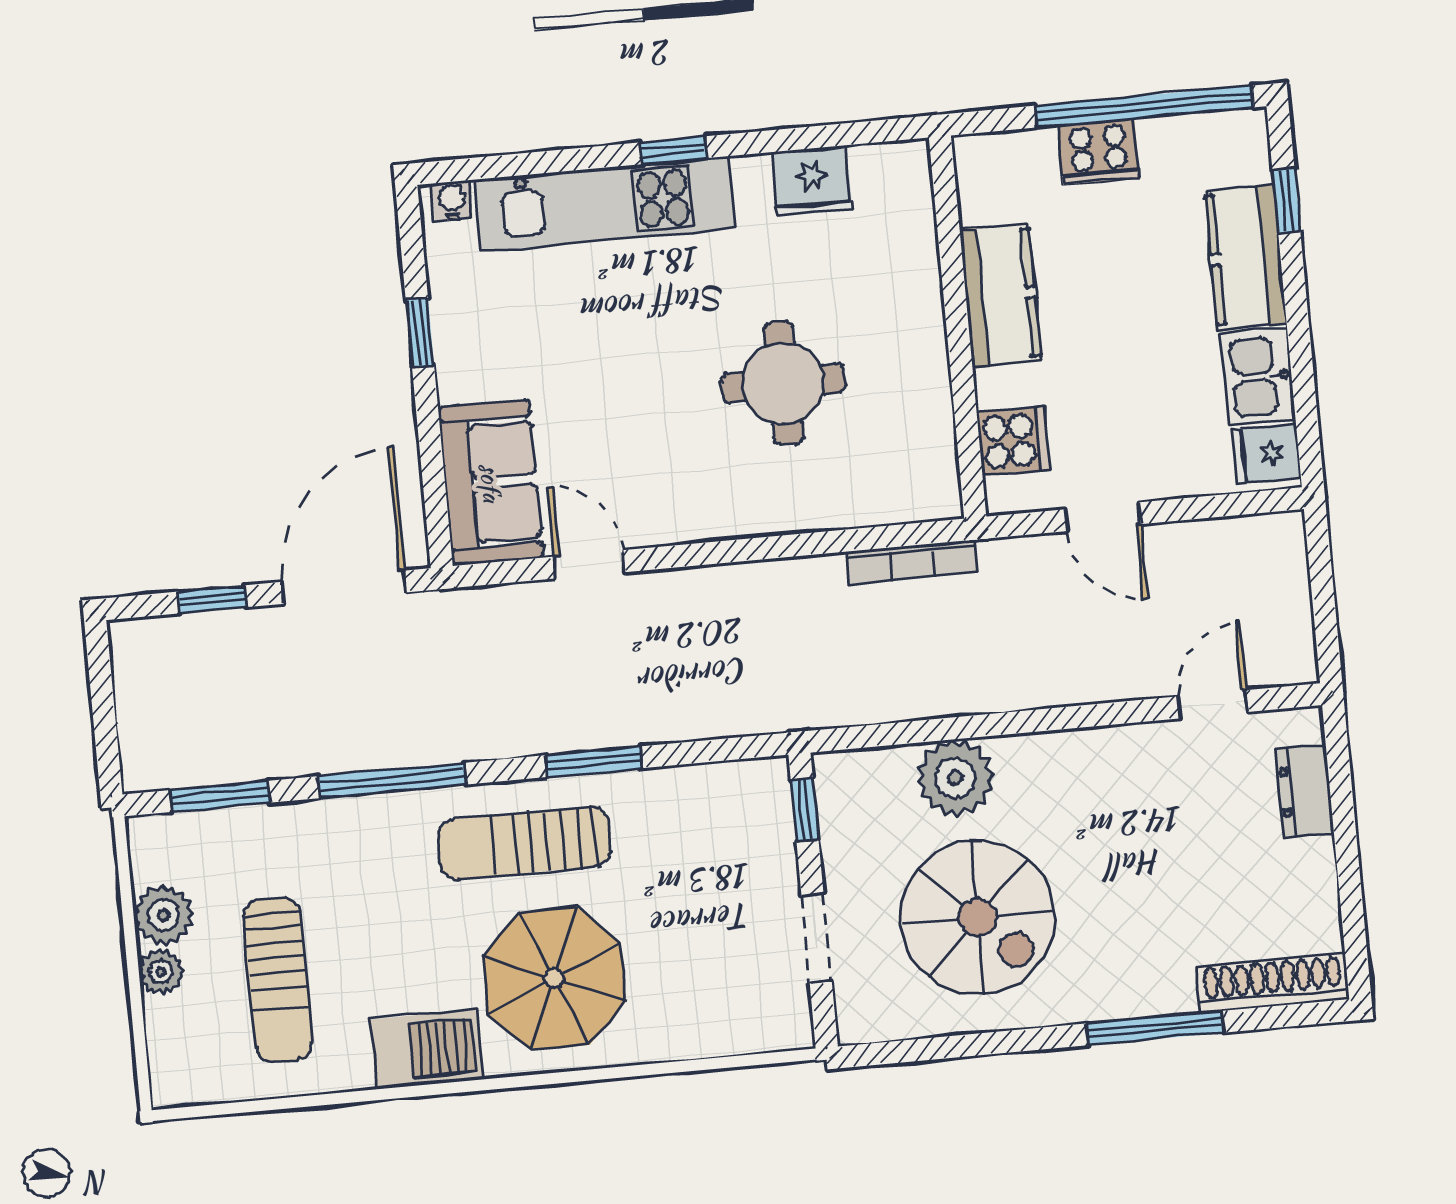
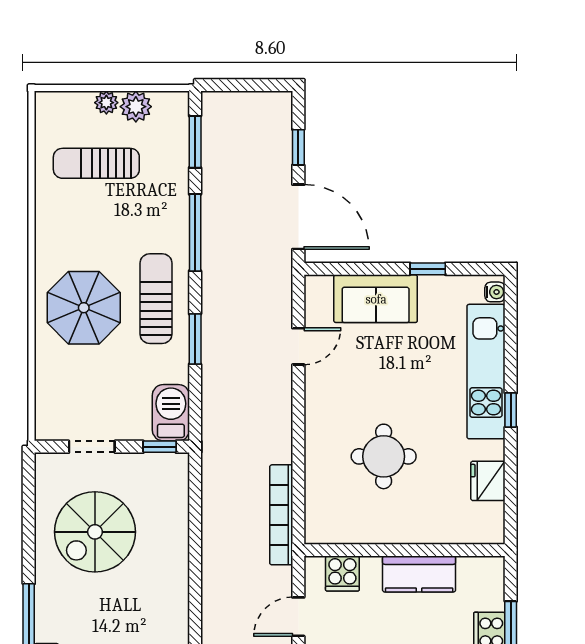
sofa: (491, 483) -> (376, 299), moved
bookcase: (912, 562) -> (281, 515), width x1.48, depth x1.31
plant: (955, 778) -> (169, 527), removed
barbecue: (427, 1049) -> (171, 413), moved, turned 180

